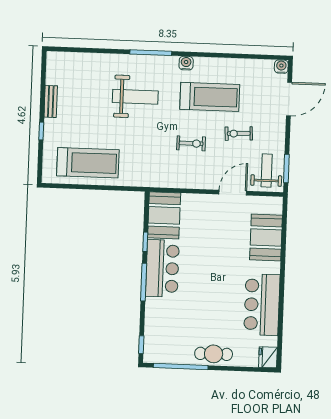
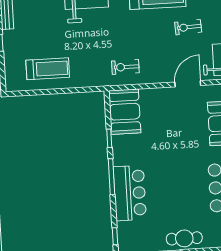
exercise bike: (191, 143) -> (125, 67), moved, turned 180
treadmill: (88, 163) -> (48, 69), width x0.73, depth x0.73
bar counter: (162, 268) -> (130, 193), moved

